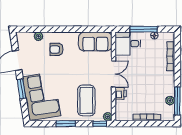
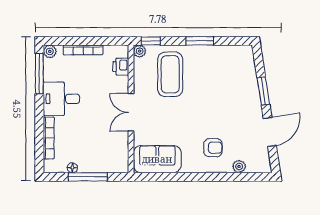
desk: (128, 44) -> (61, 99), moved, turned 180
printer: (121, 93) -> (121, 67), moved
corner sofa: (42, 96) -> (235, 80), removed
plant: (170, 101) -> (50, 51), moved

